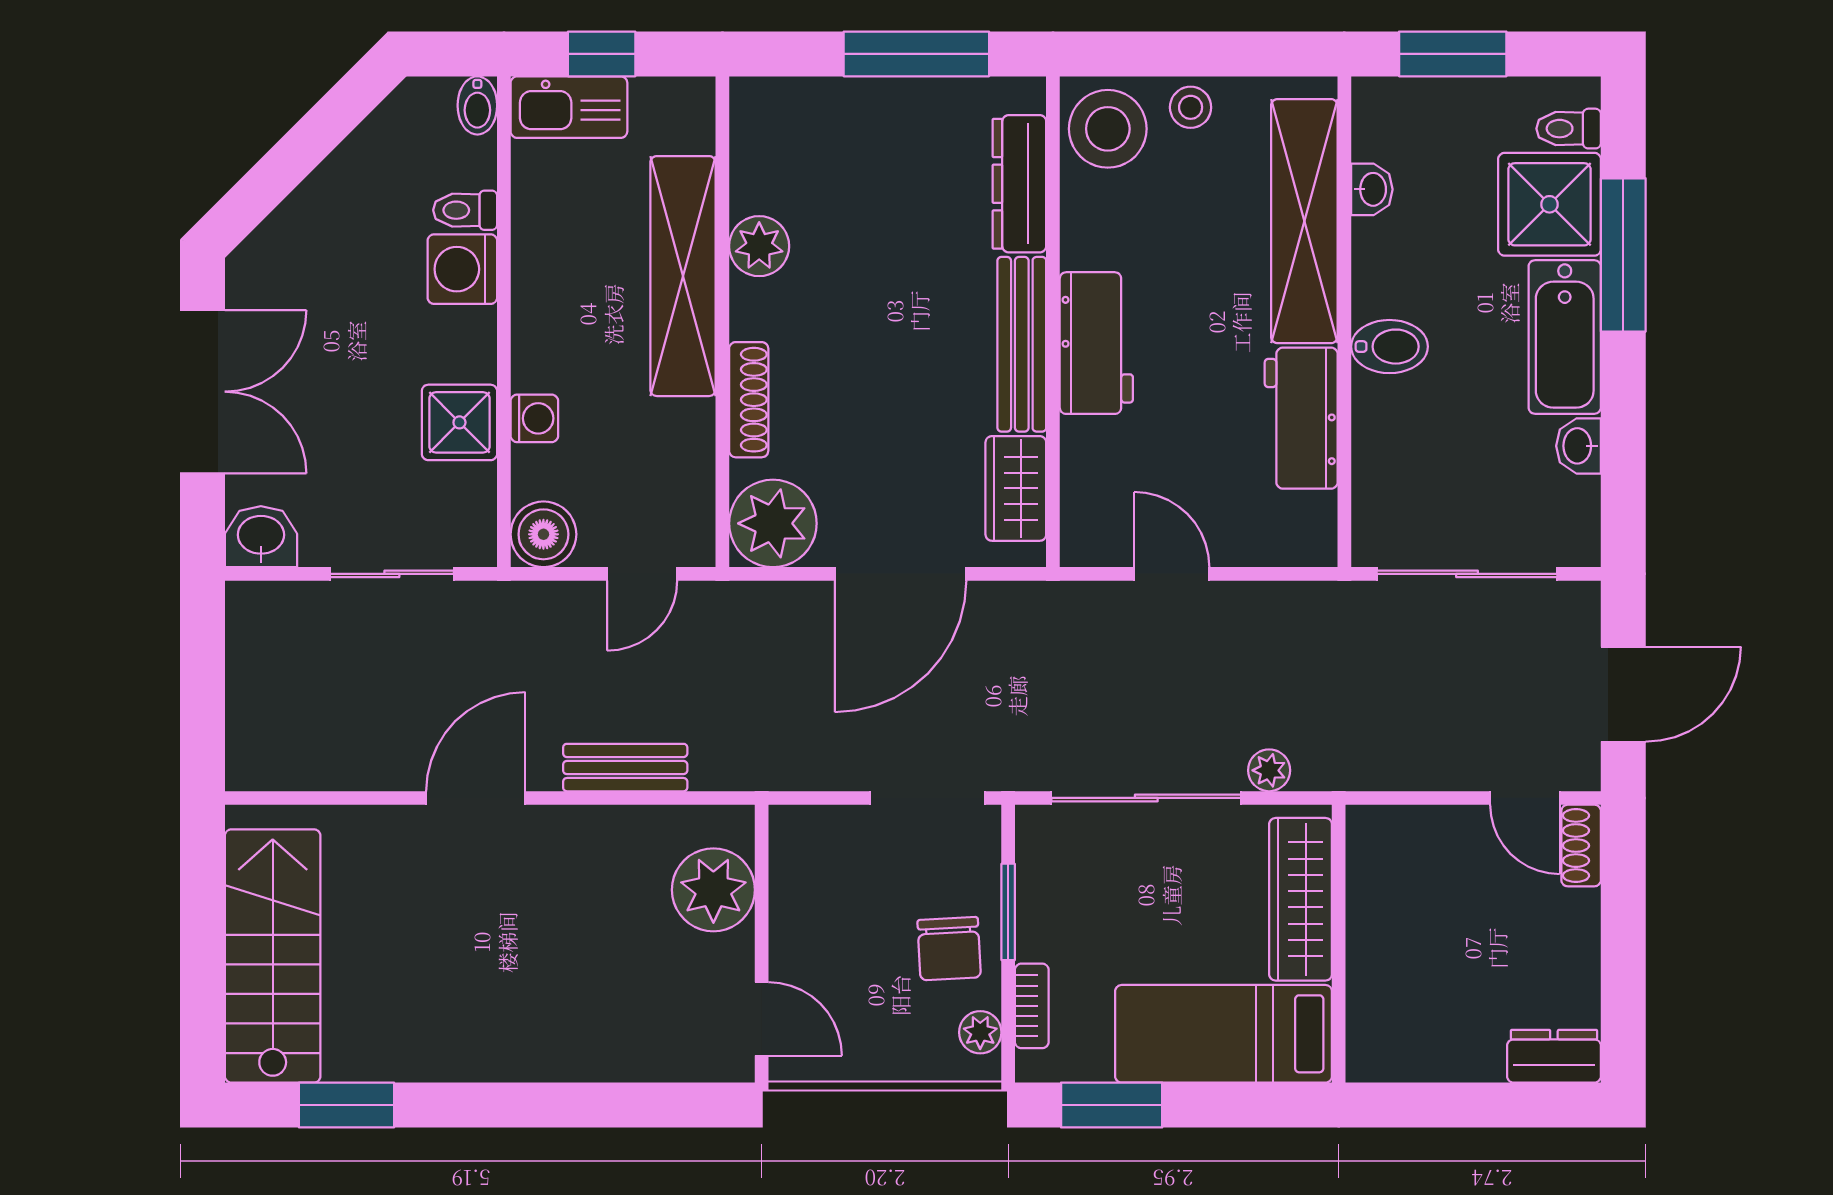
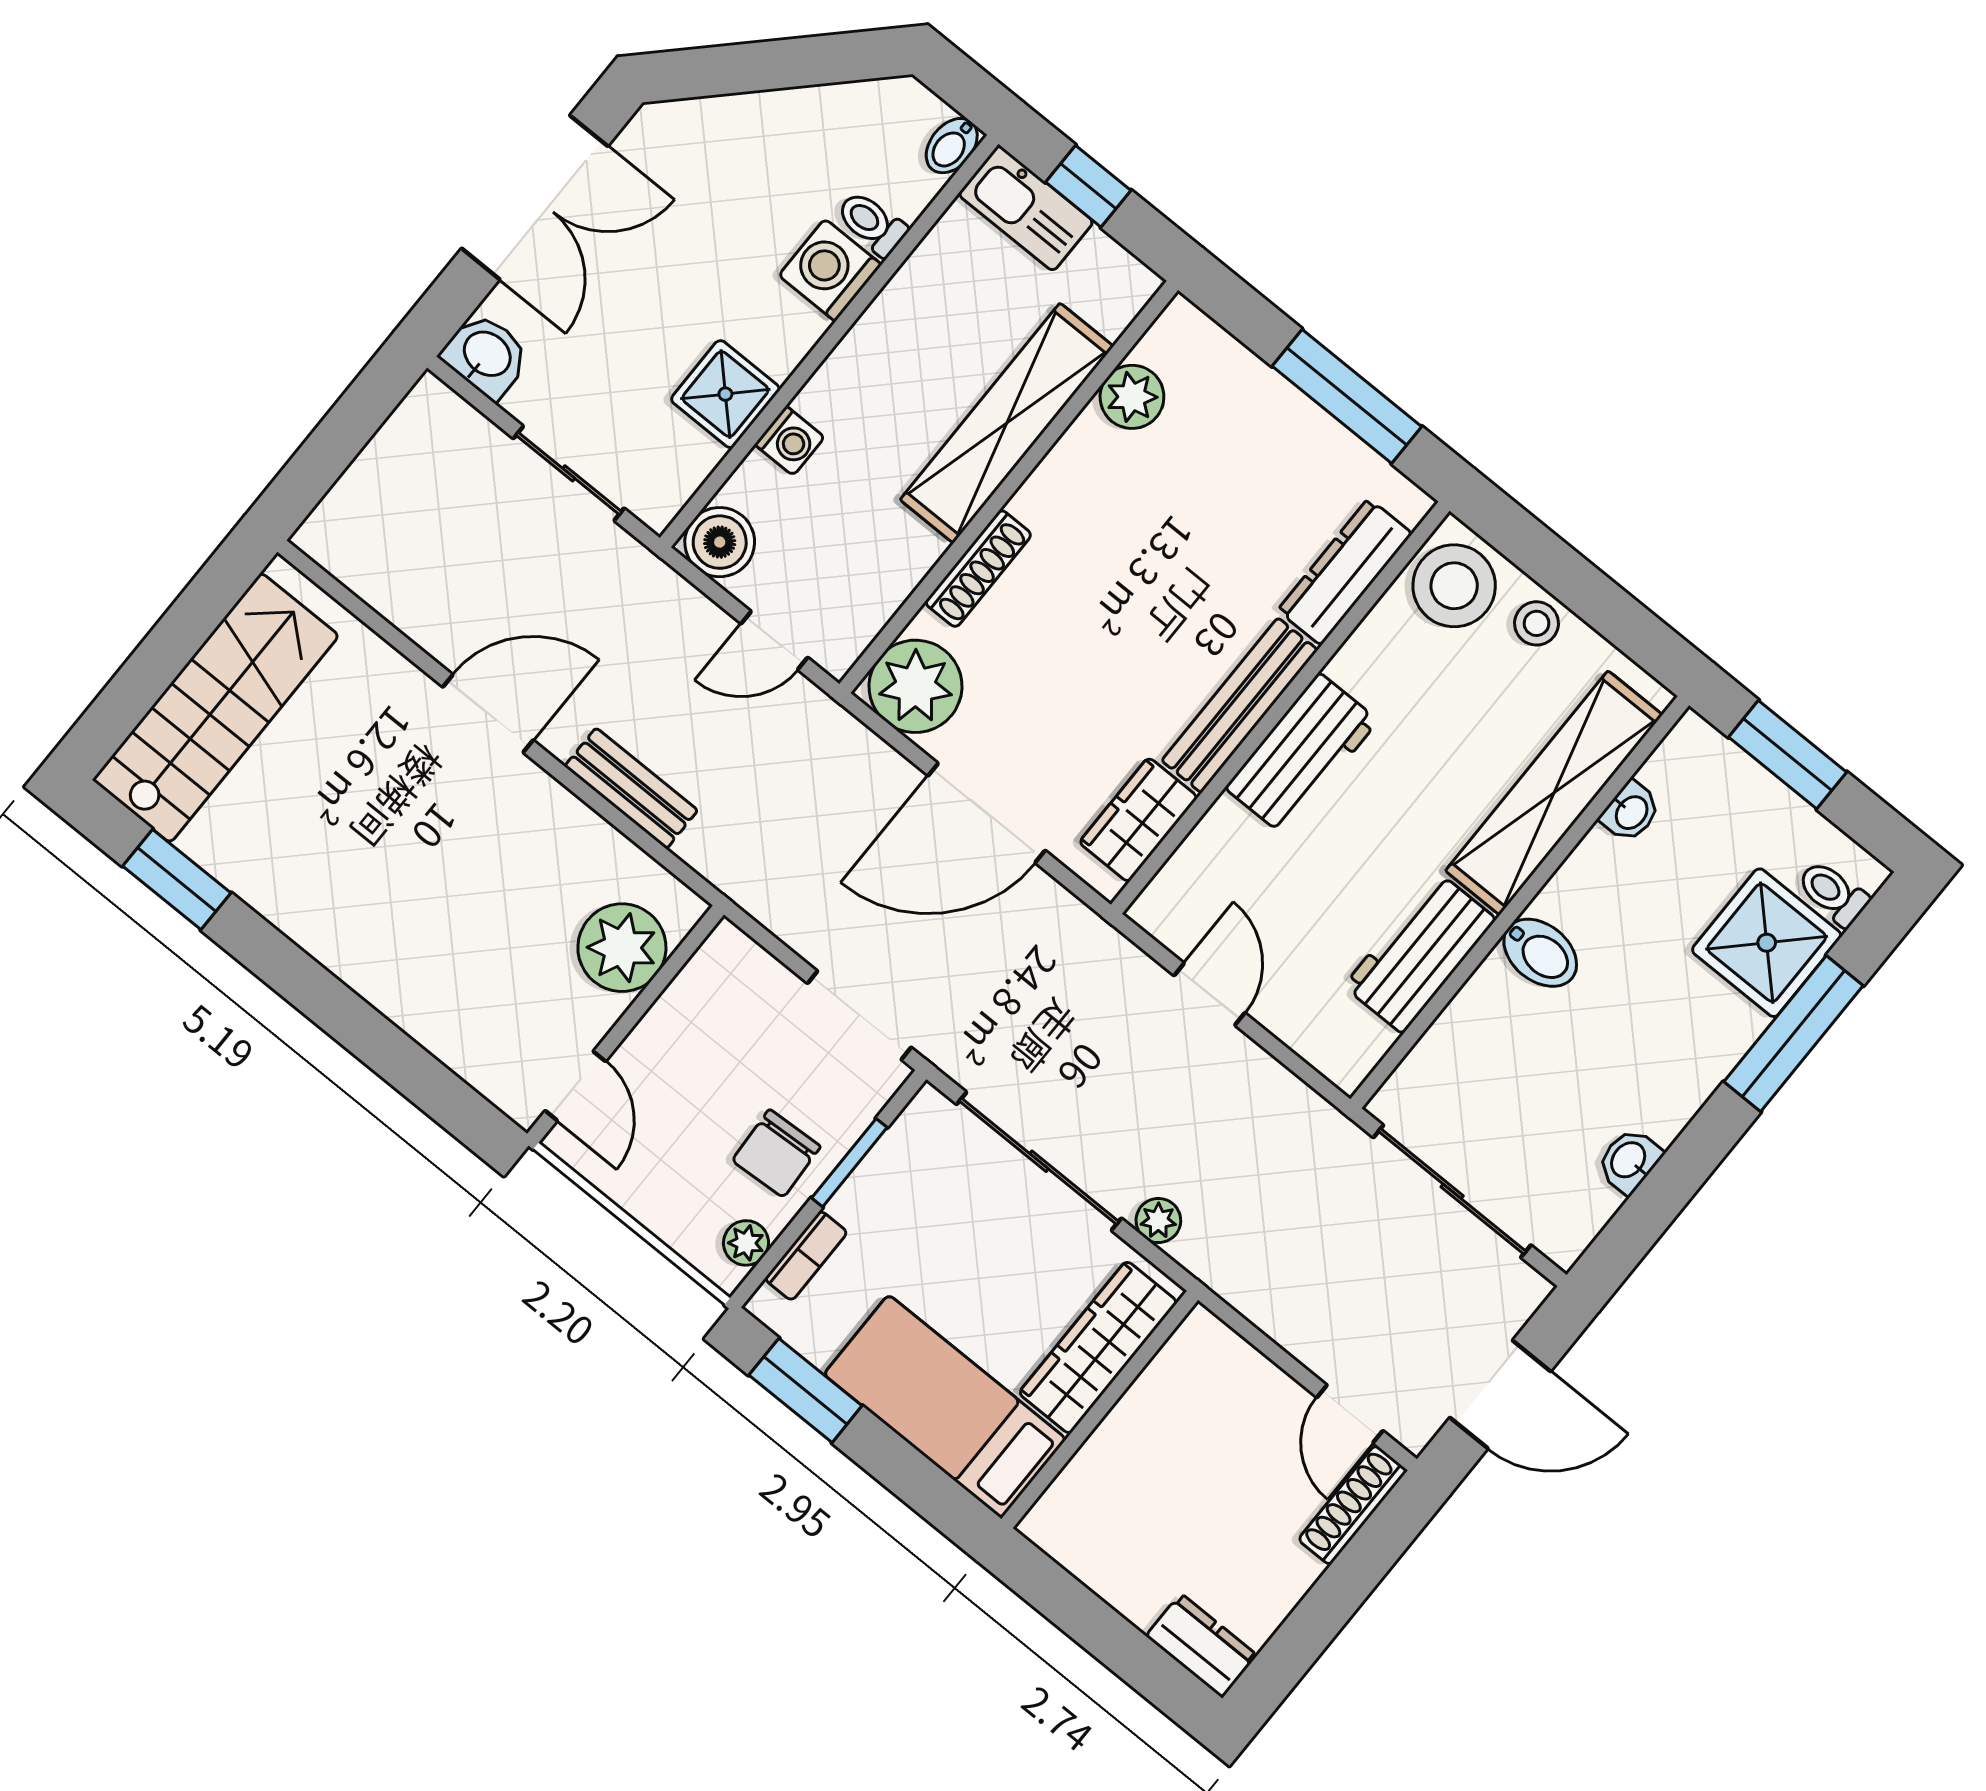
plant: (759, 246) -> (1132, 397), moved
bathtub: (1565, 337) -> (1691, 1062), removed
shoe rack: (1581, 846) -> (1353, 1505), width x1.43

